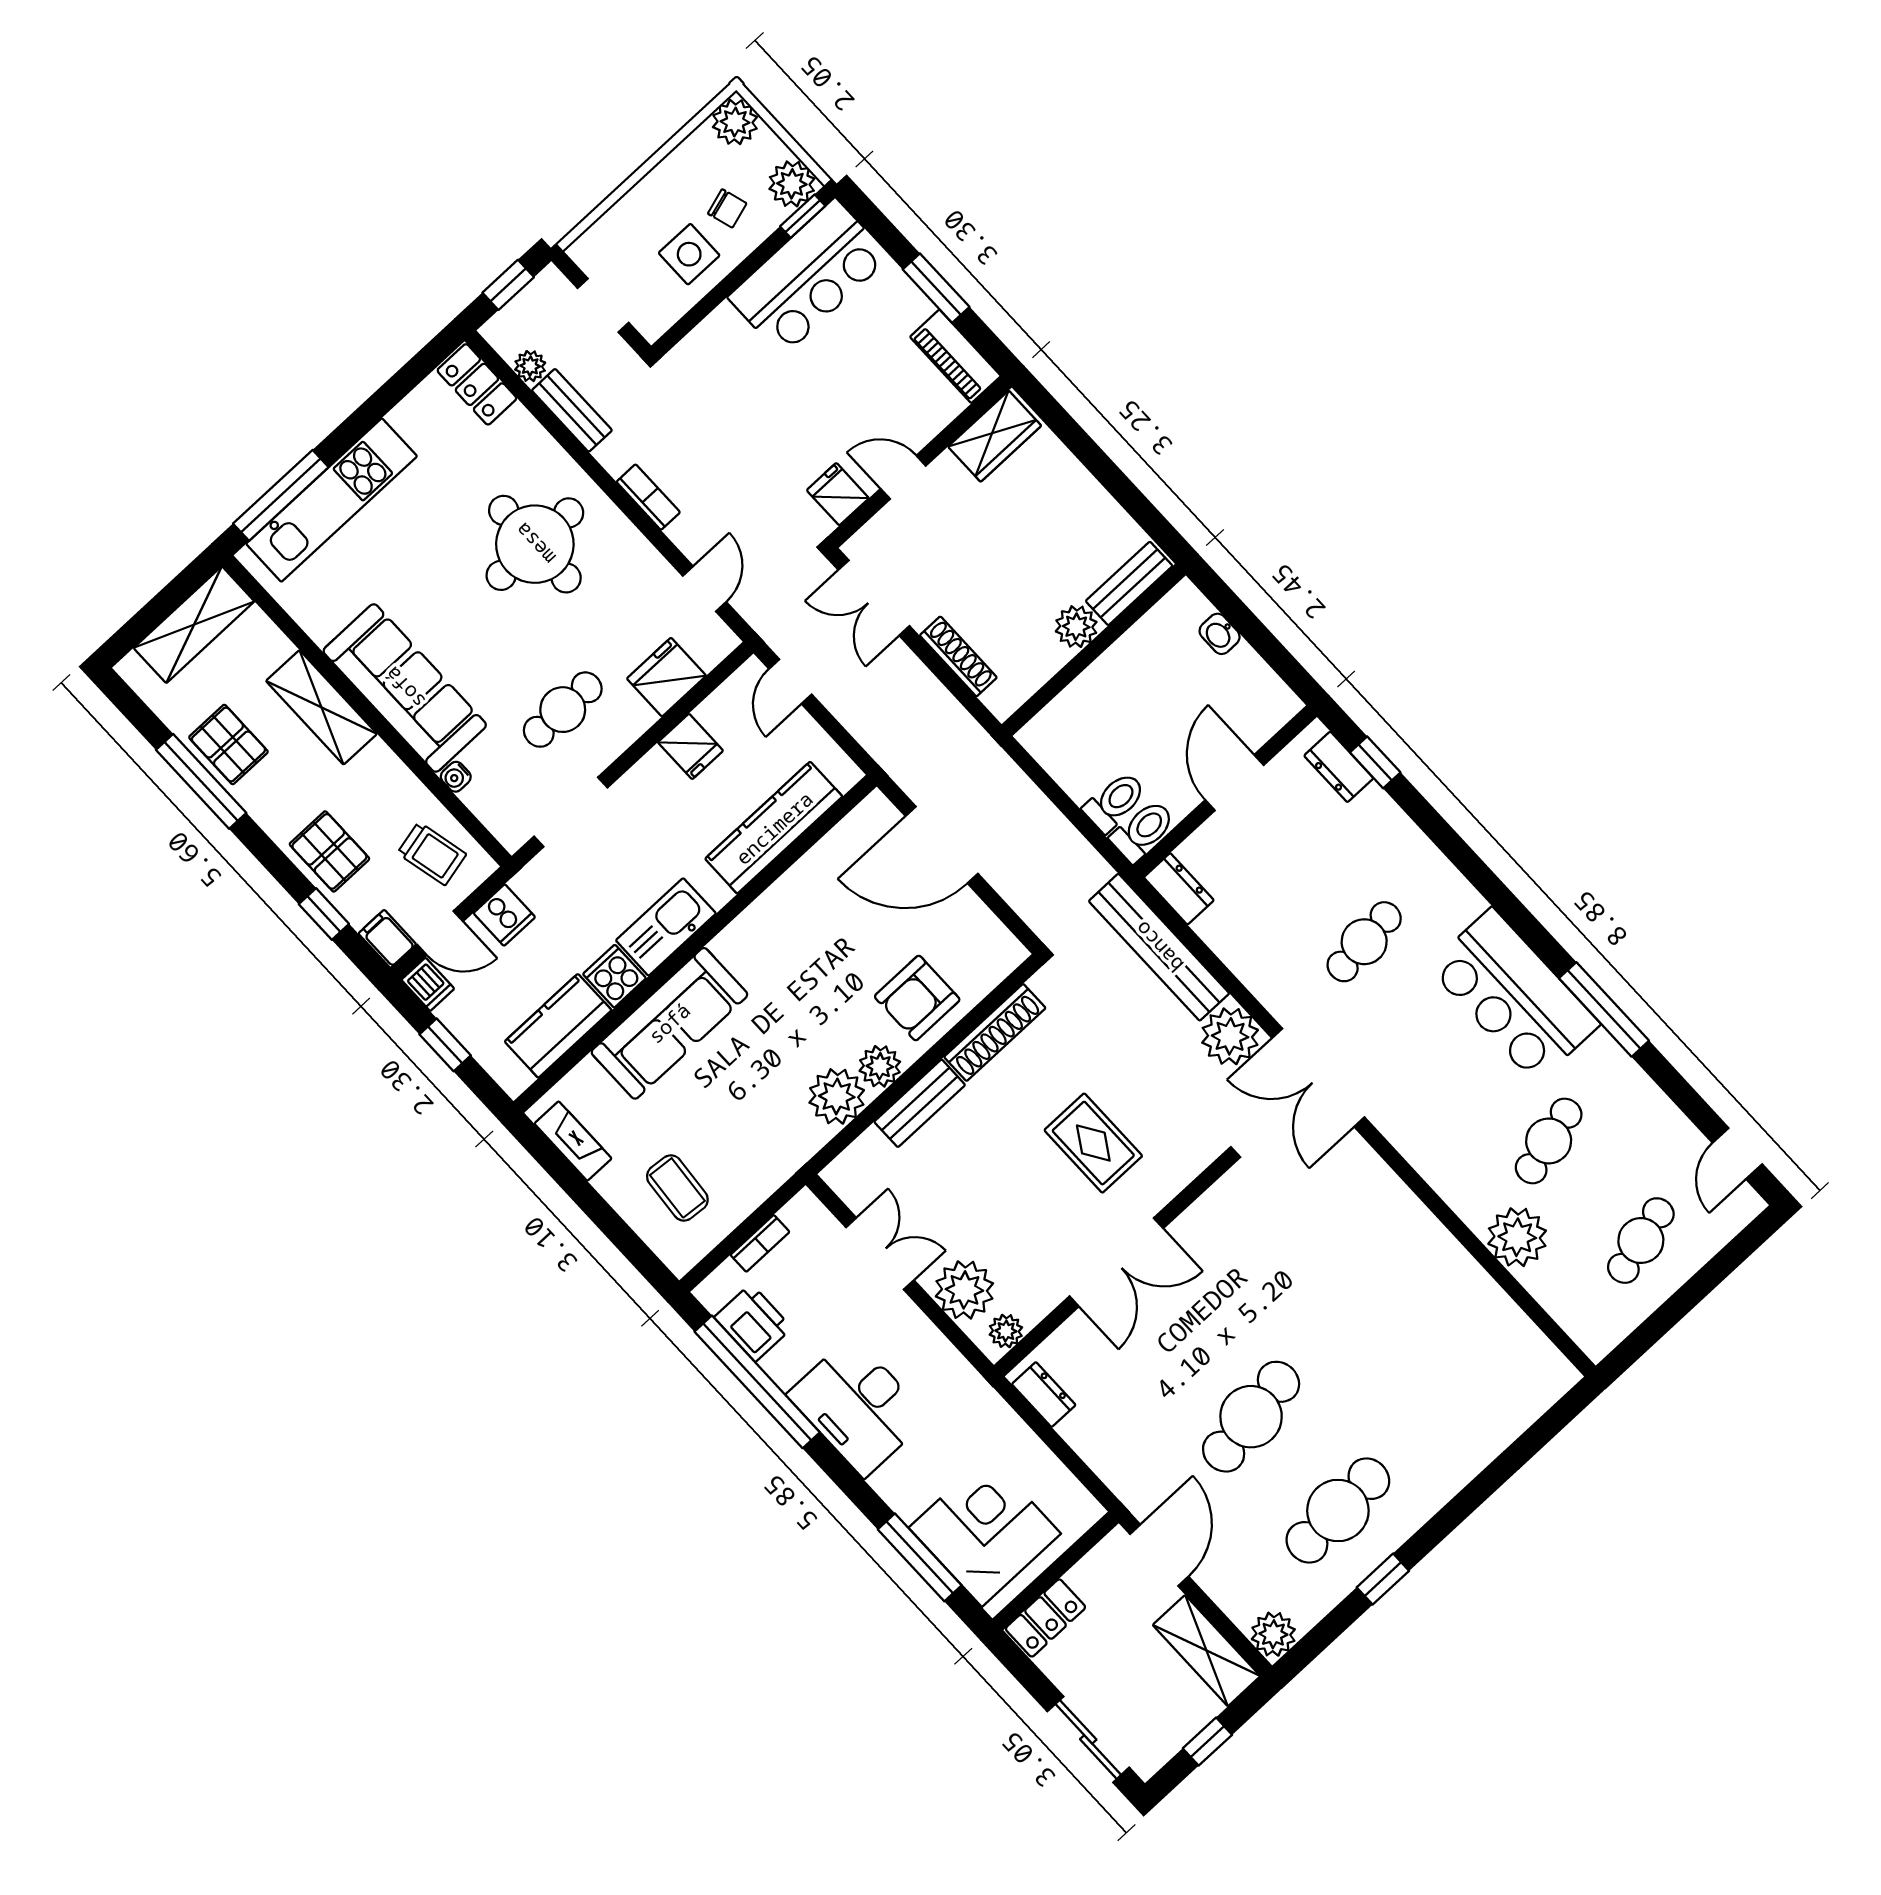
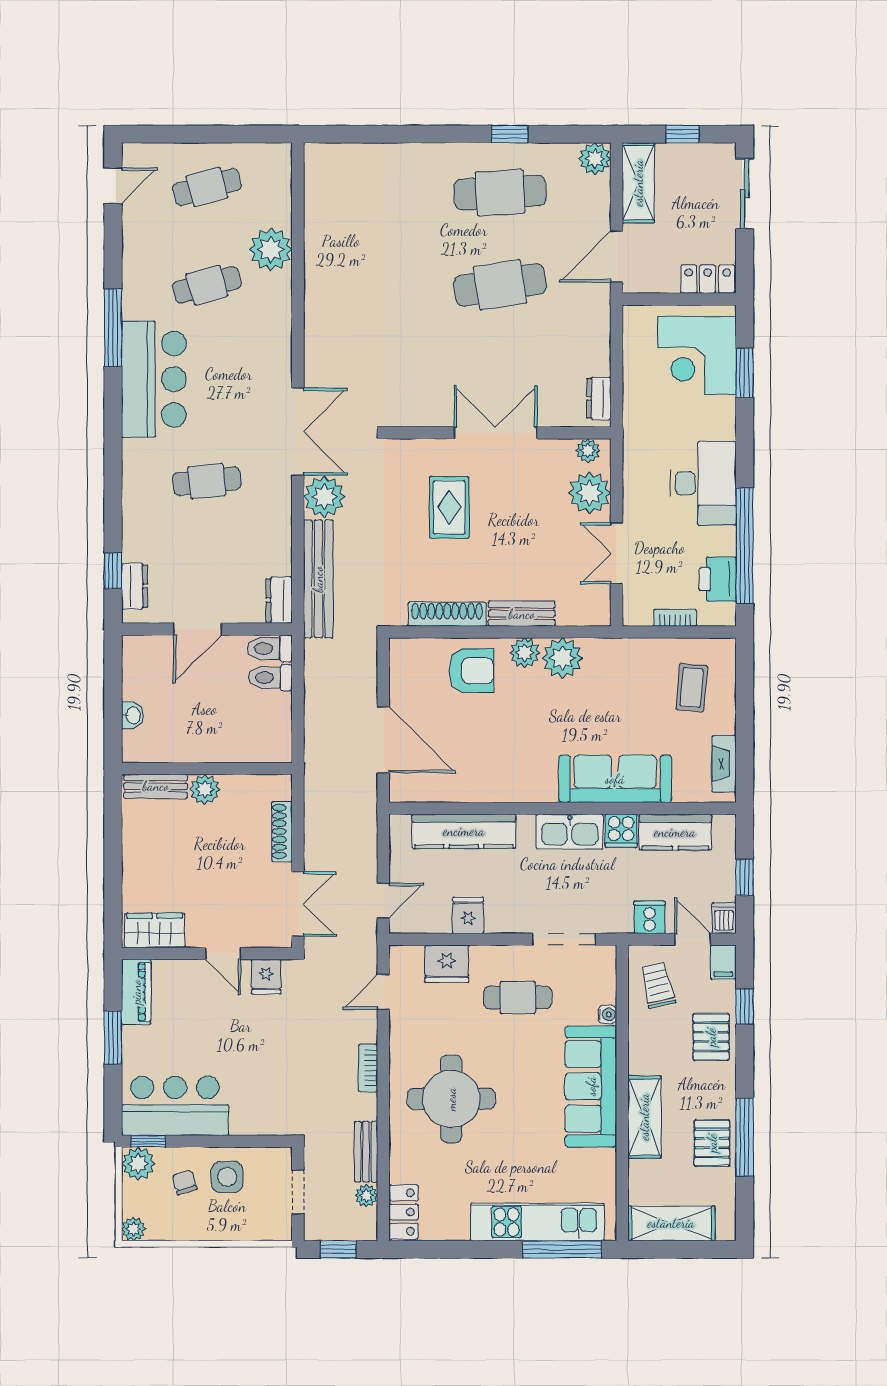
plant: (735, 122) -> (134, 1229), width x0.73, depth x0.73
window: (920, 1557) -> (745, 373), width x0.69

